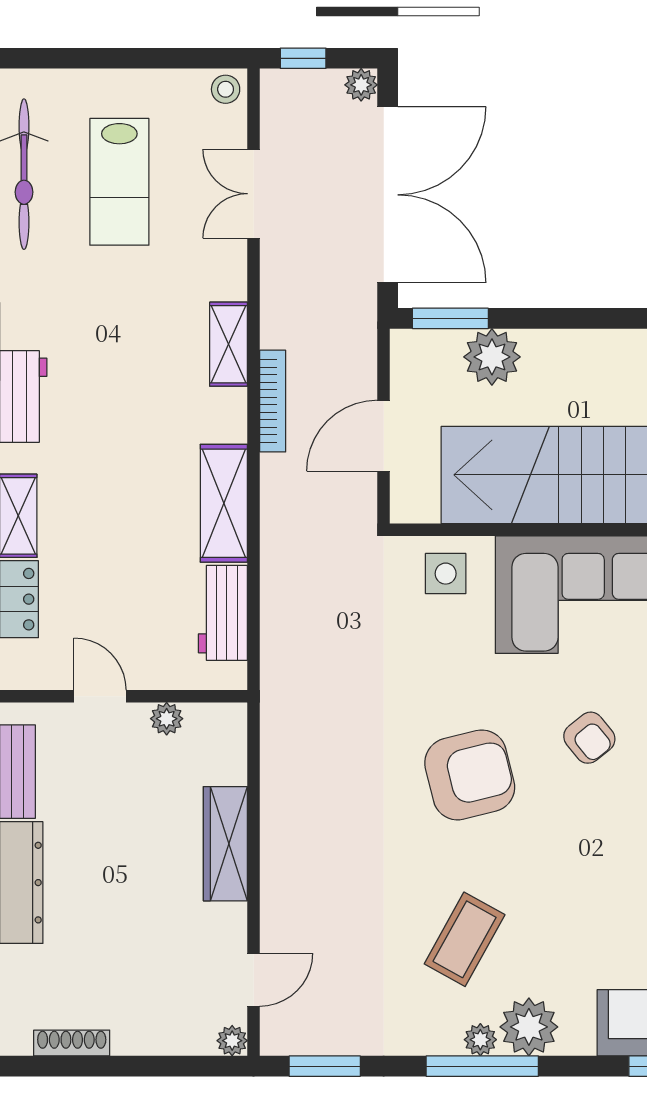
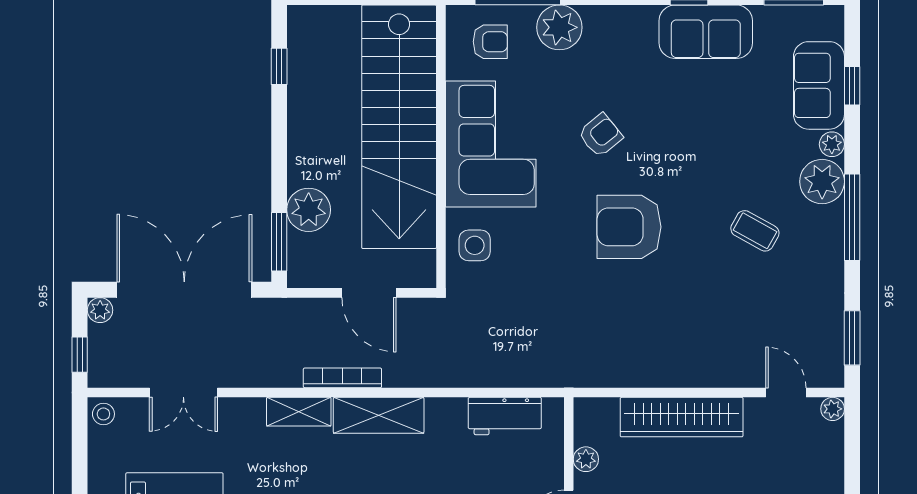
shelving: (224, 503) -> (379, 415), moved
armchair: (470, 775) -> (629, 227), turned -76
wardrobe: (225, 844) -> (682, 417), width x1.40, depth x1.17
coffee table: (465, 939) -> (755, 231), width x0.73, depth x0.77
plant: (480, 1040) -> (832, 144), moved

